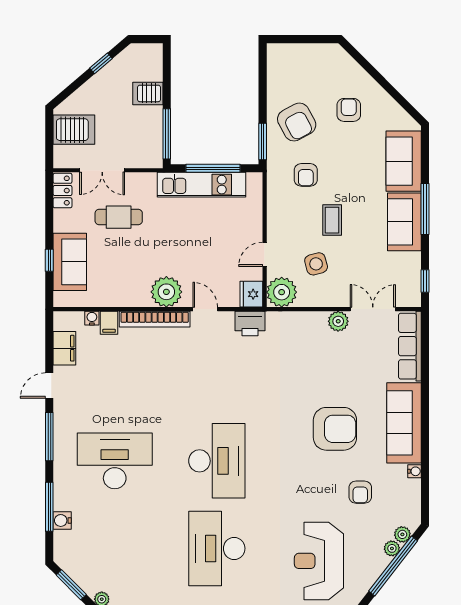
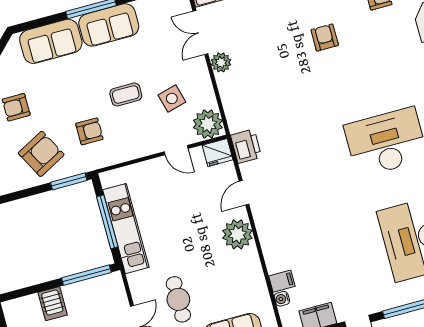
bookcase: (155, 319) -> (267, 238), removed
armchair: (335, 429) -> (325, 38), width x0.53, depth x0.53

